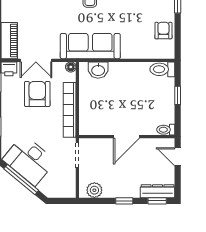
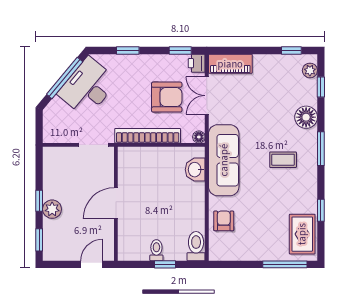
armchair: (163, 31) -> (224, 221), moved, turned -90
toilet: (166, 130) -> (156, 250), moved
door: (126, 137) -> (116, 203), hinge flipped
plant: (94, 190) -> (52, 209), moved
dresser: (158, 191) -> (51, 240), removed

